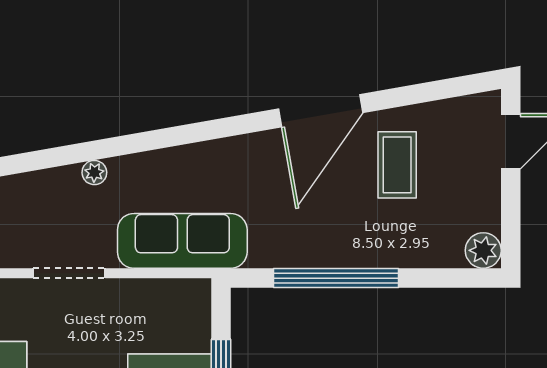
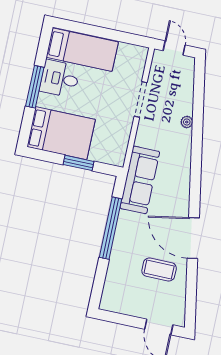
sofa: (182, 241) -> (140, 180), moved
plant: (483, 250) -> (109, 302), removed

